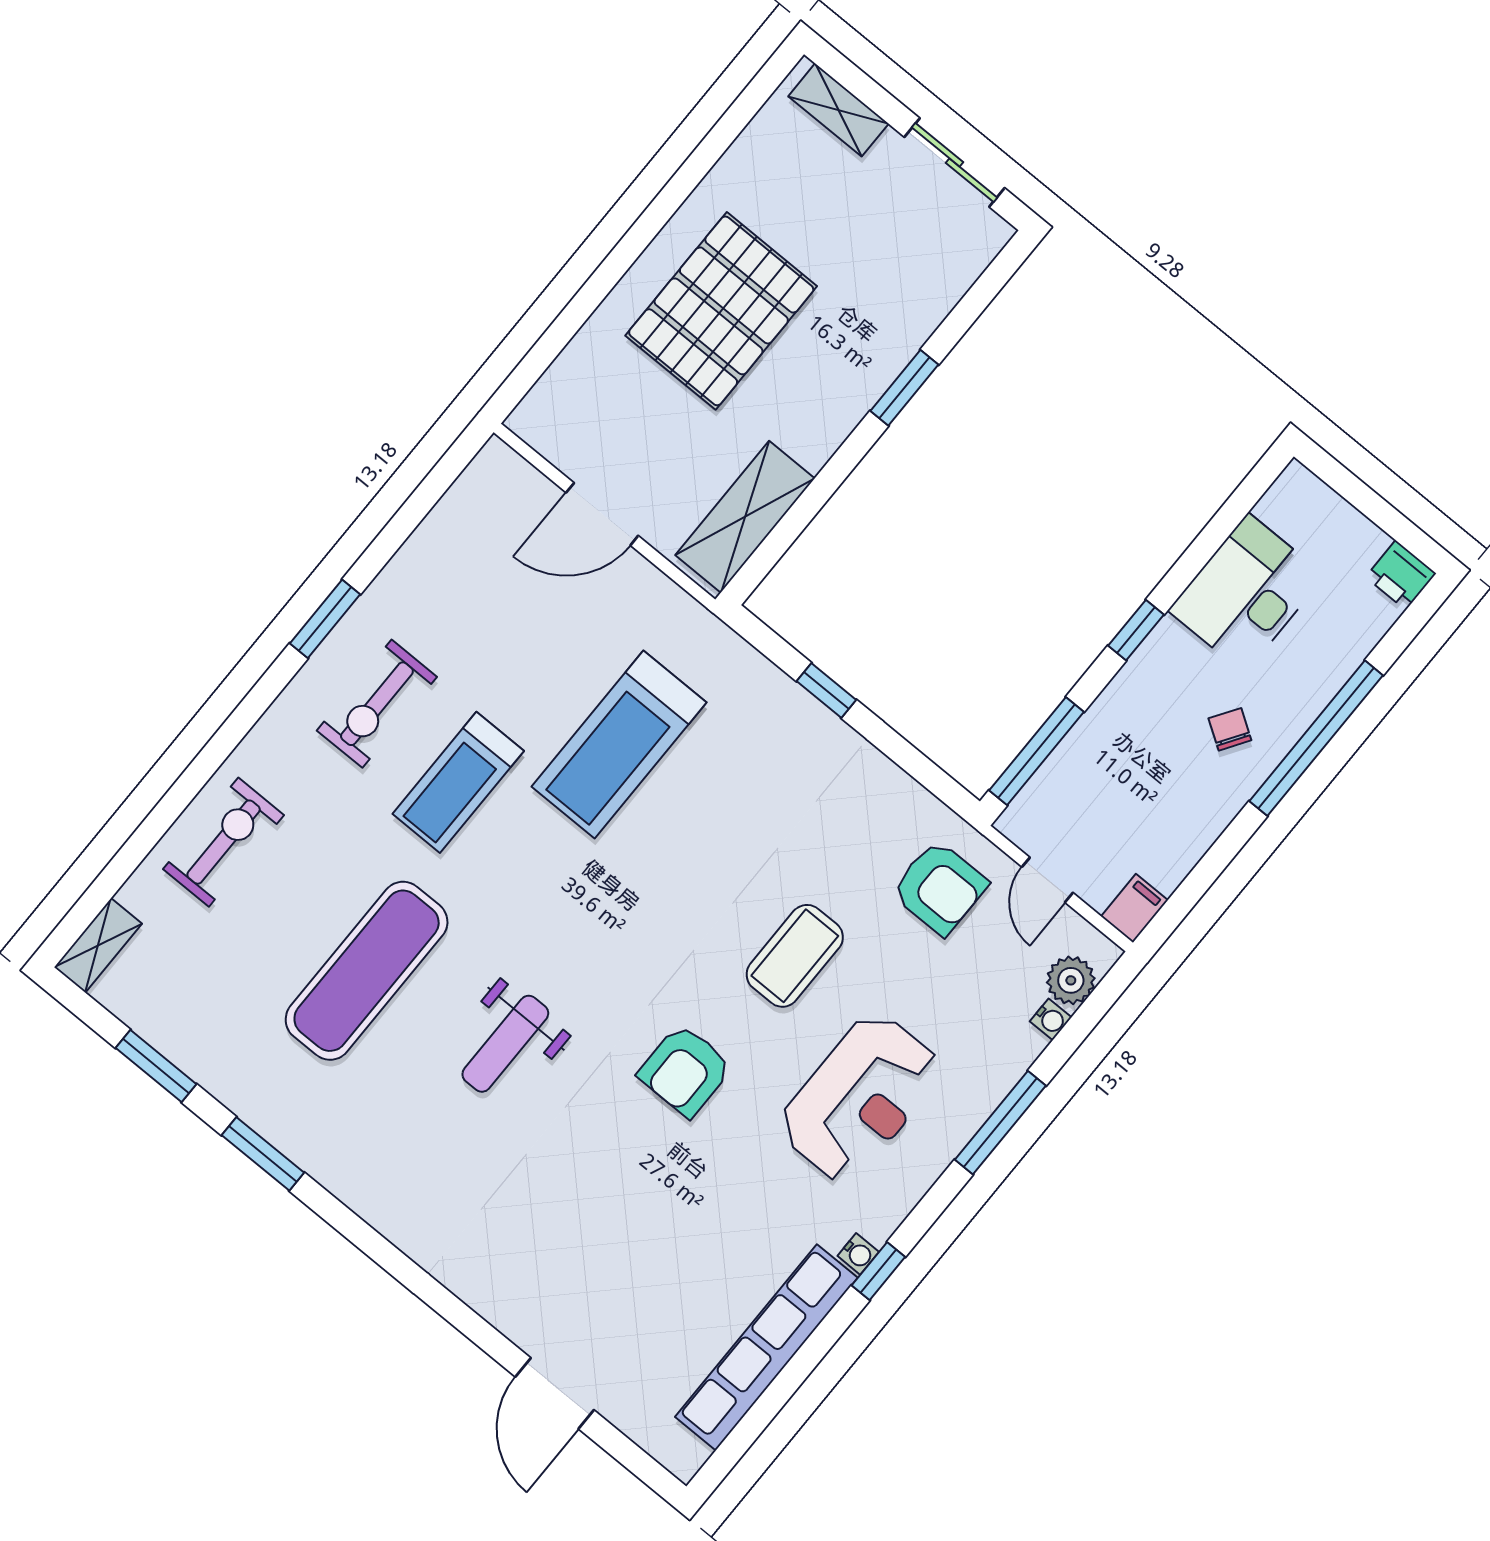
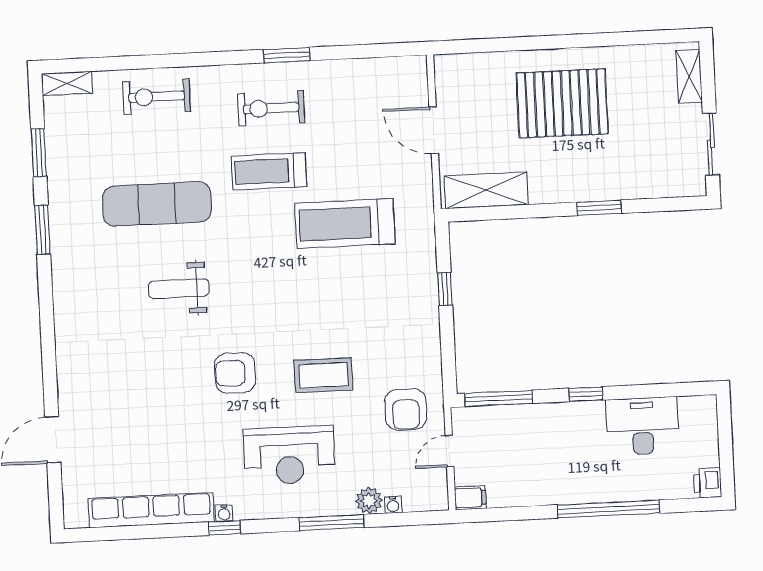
chair: (1230, 729) -> (580, 470), removed
exercise bike: (224, 842) -> (156, 97), turned 180
plant: (1071, 980) -> (369, 501), moved

